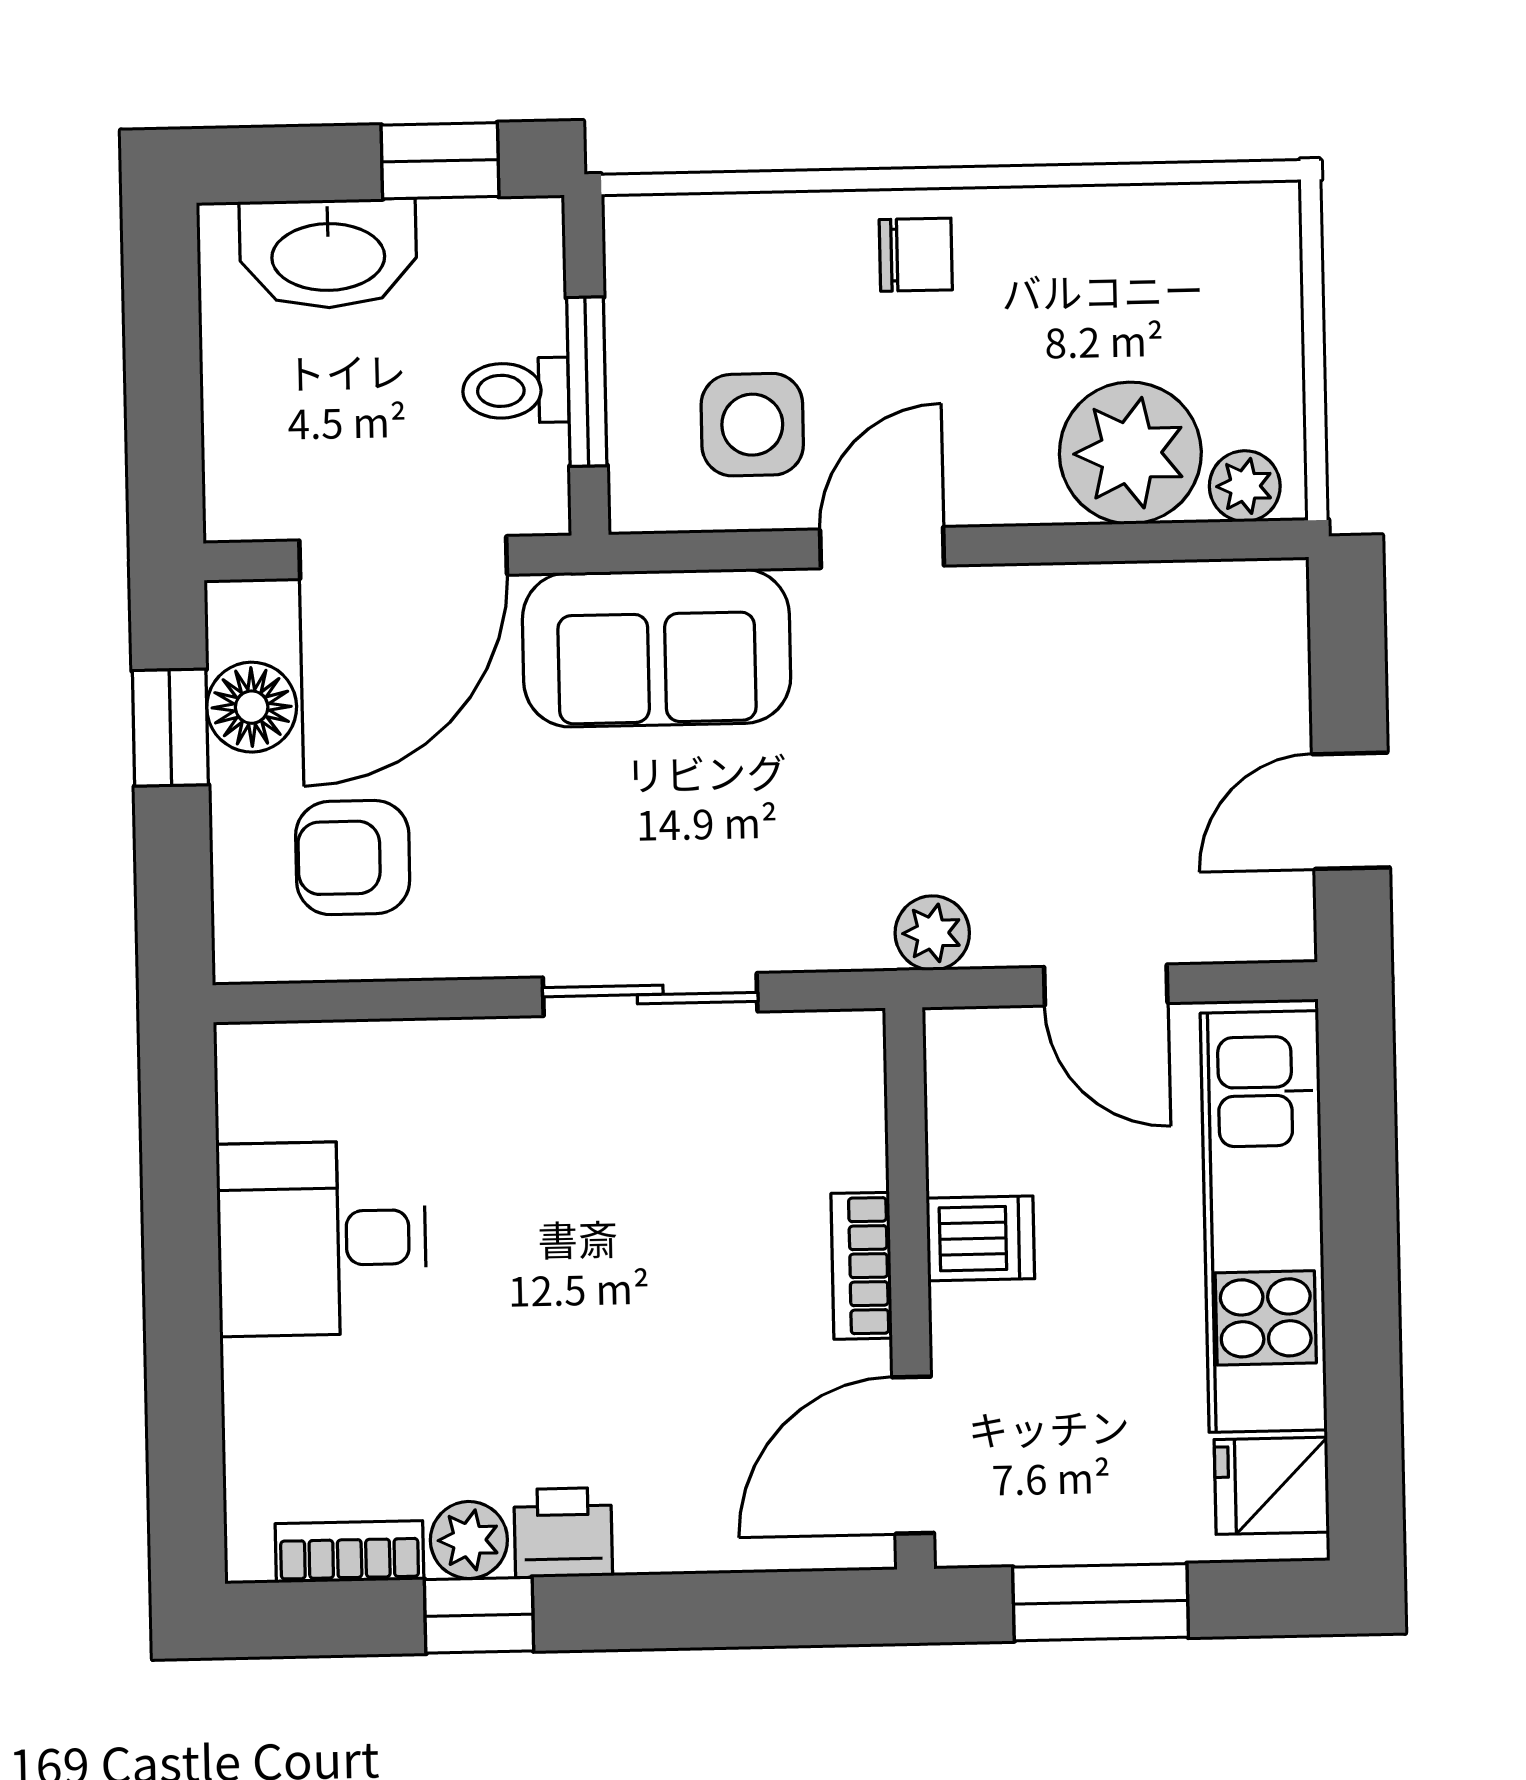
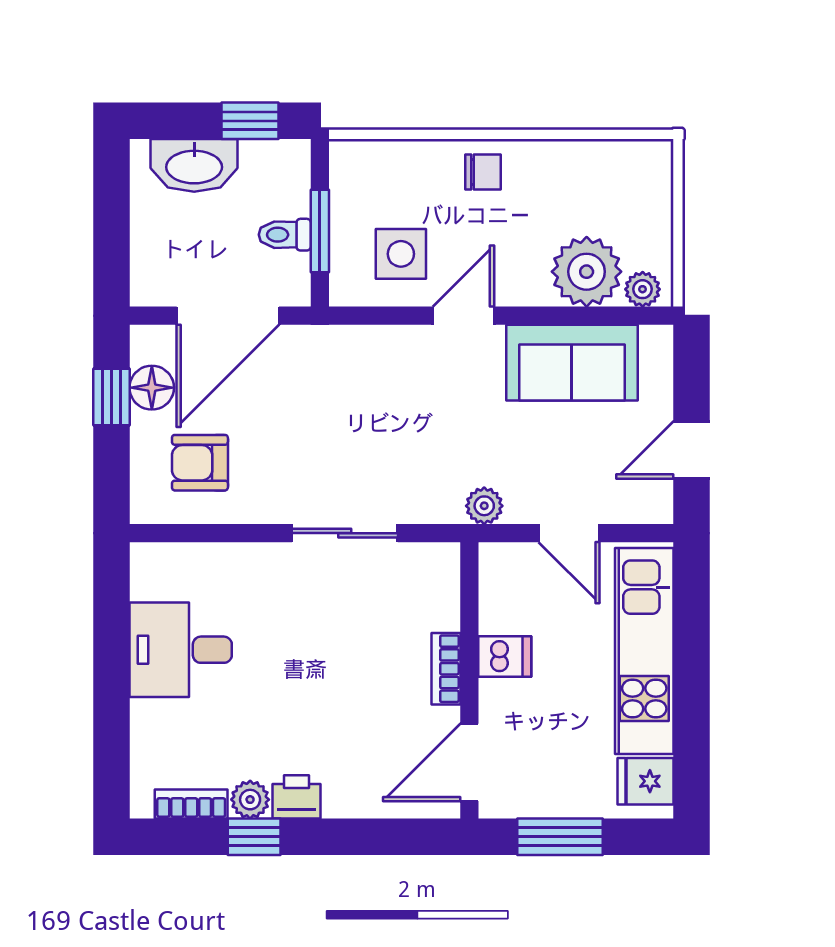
sofa: (657, 648) -> (572, 363), moved

